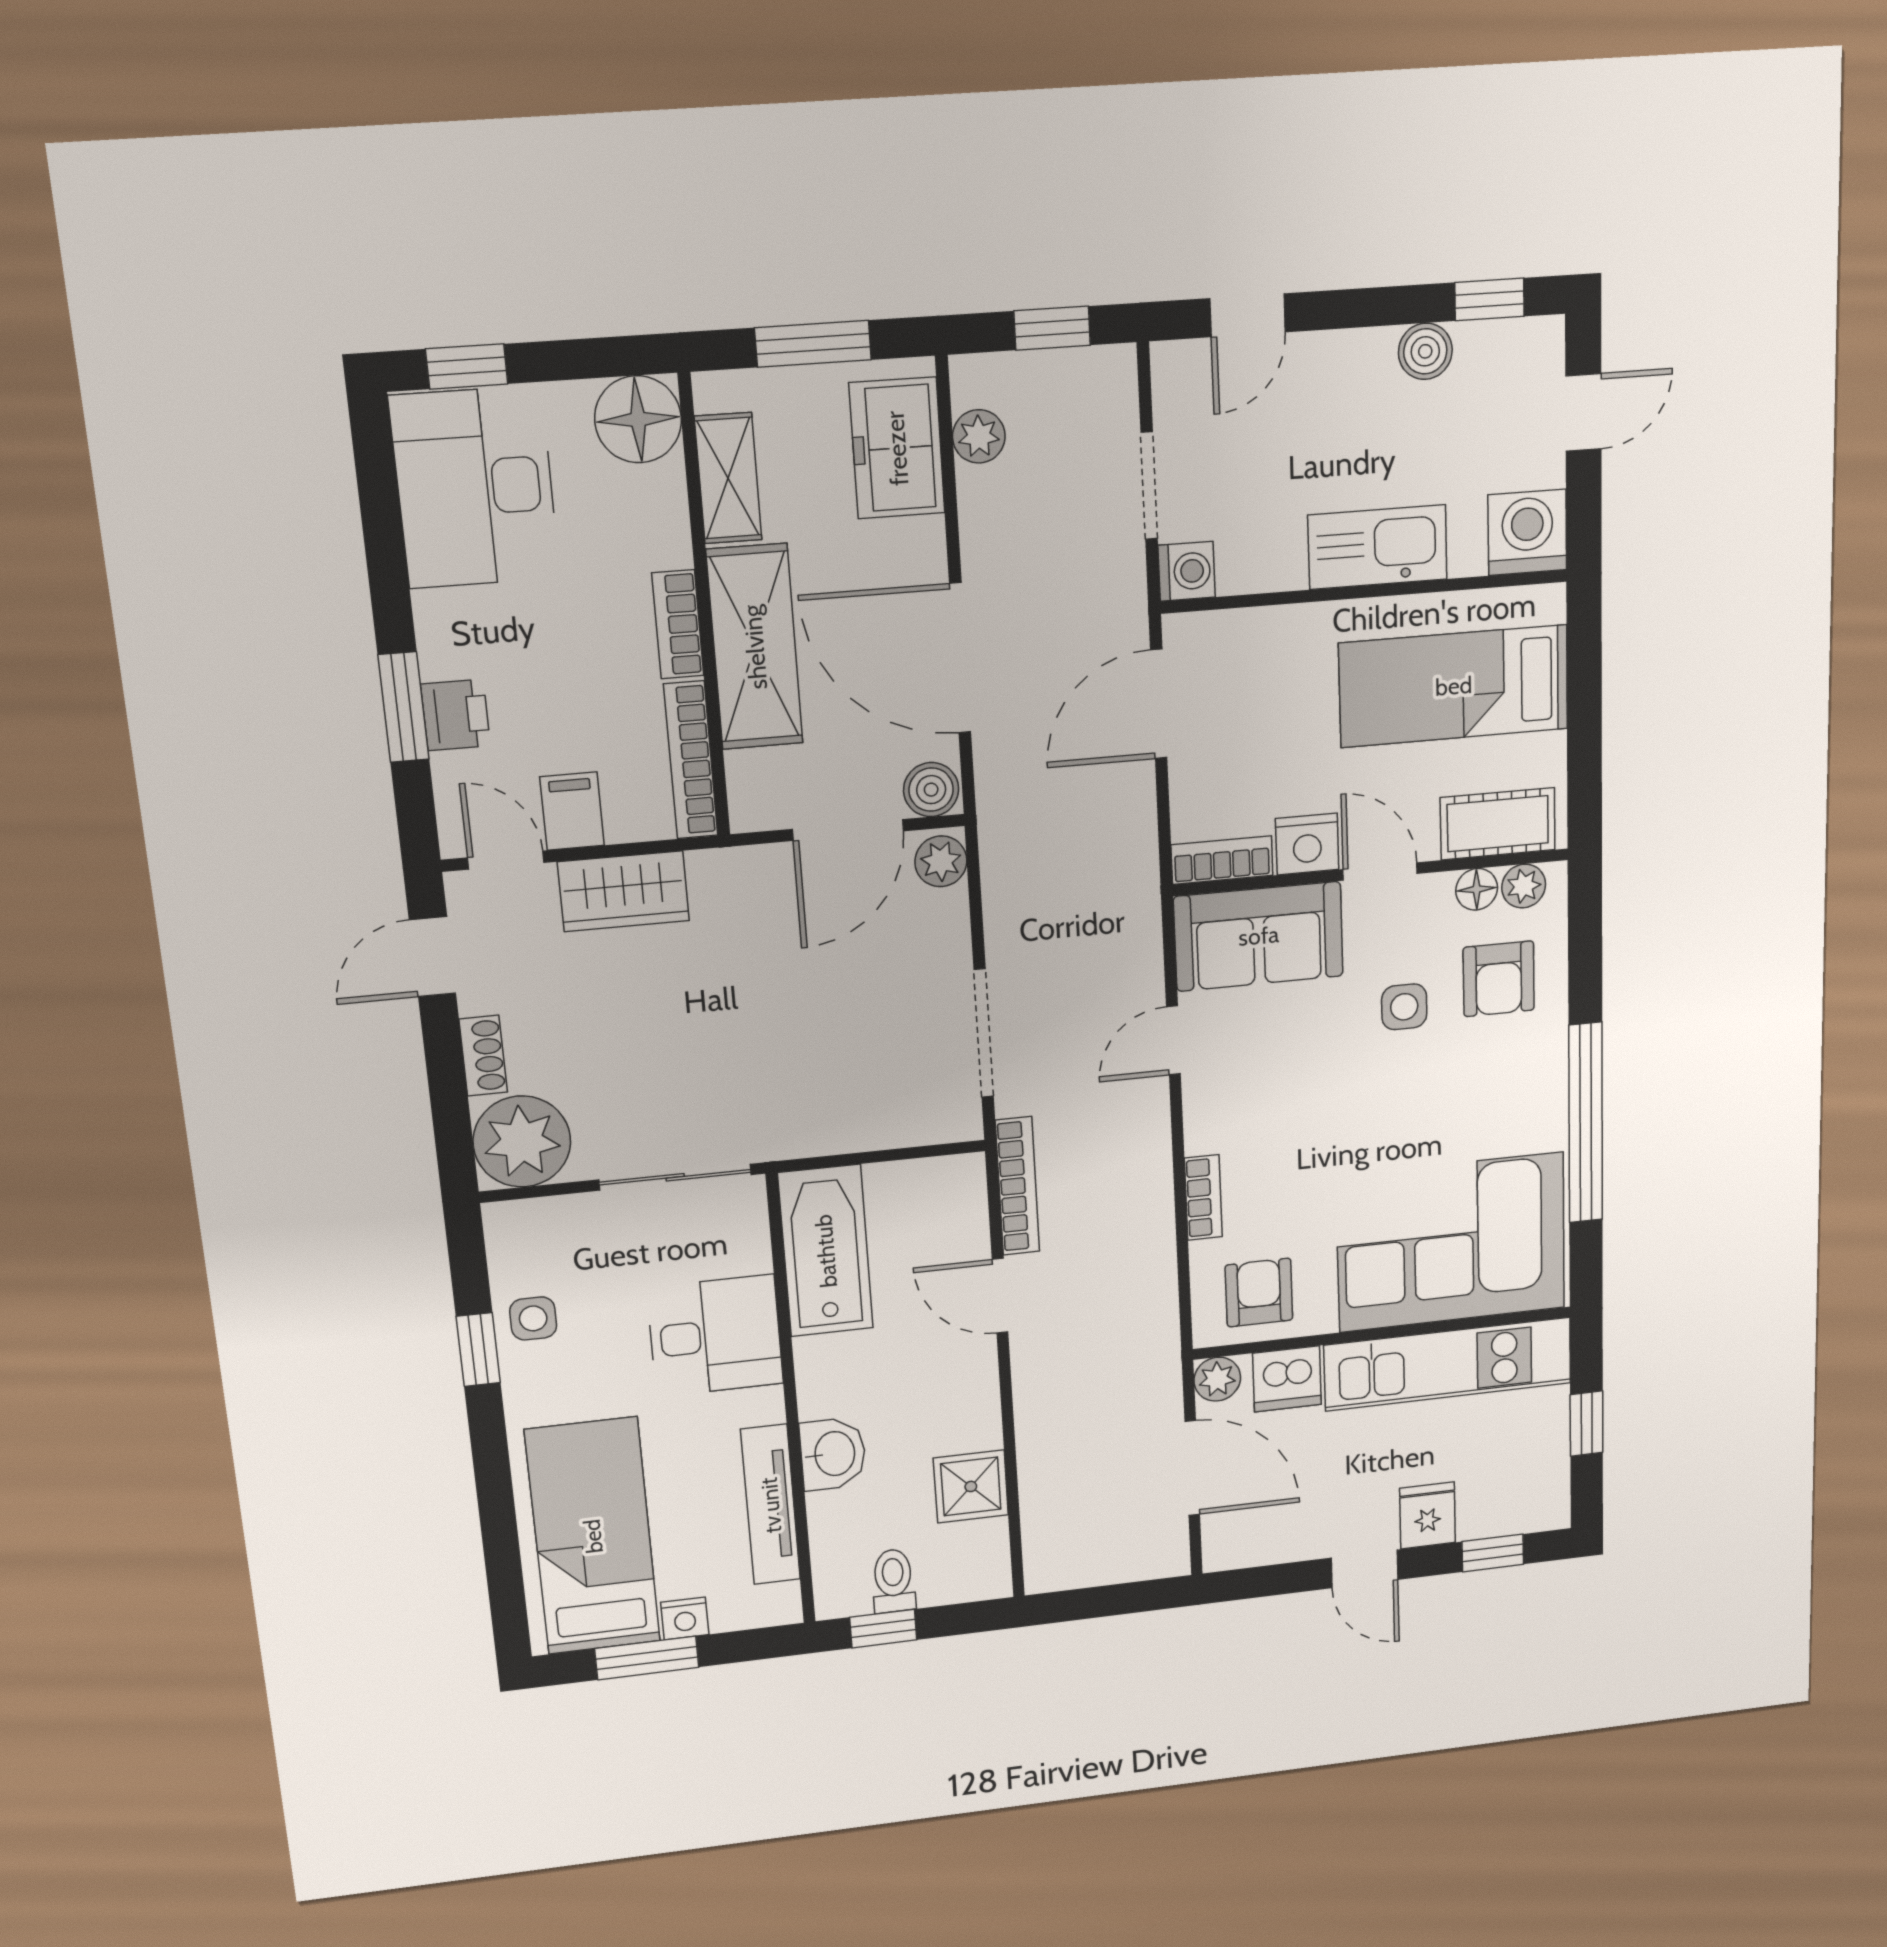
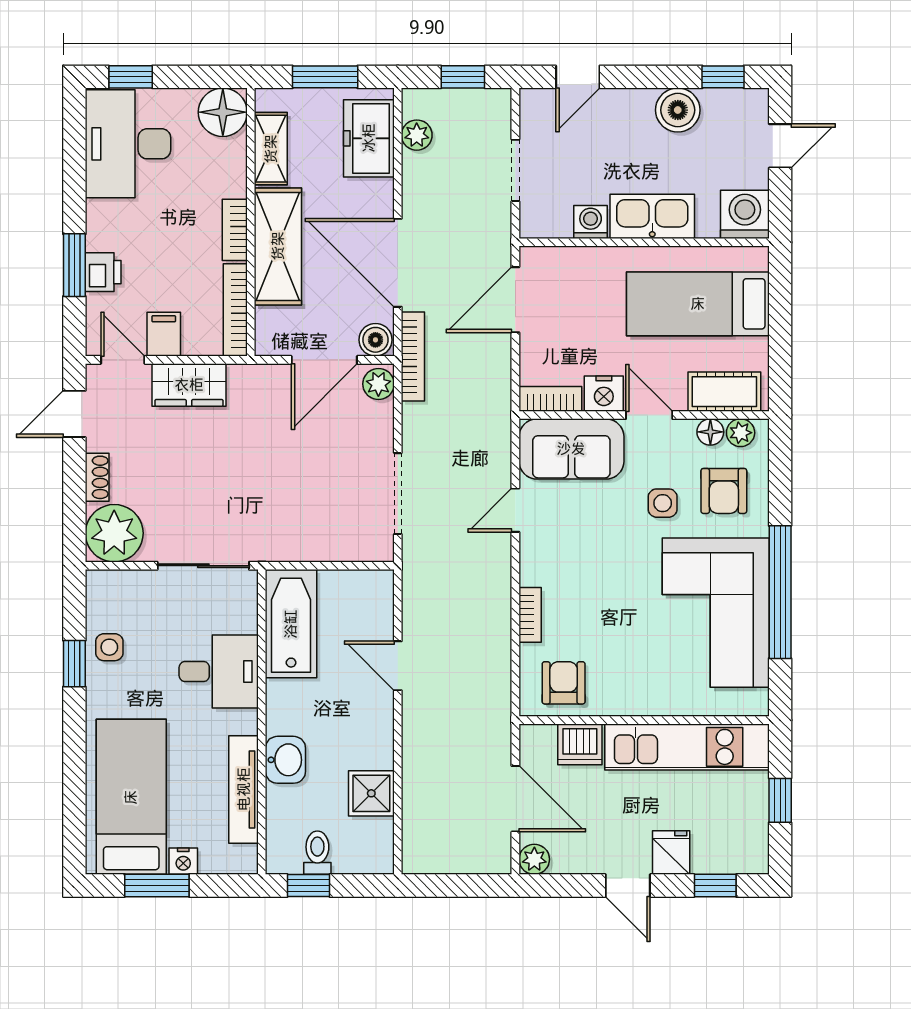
boiler: (1425, 351) -> (678, 110), width x1.36, depth x1.36
washing machine: (1187, 571) -> (591, 222), moved, turned -90
bookcase: (1017, 1186) -> (413, 356), moved
corner sofa: (1451, 1242) -> (716, 613), moved, turned -90
plant: (1217, 1379) -> (534, 859), moved

